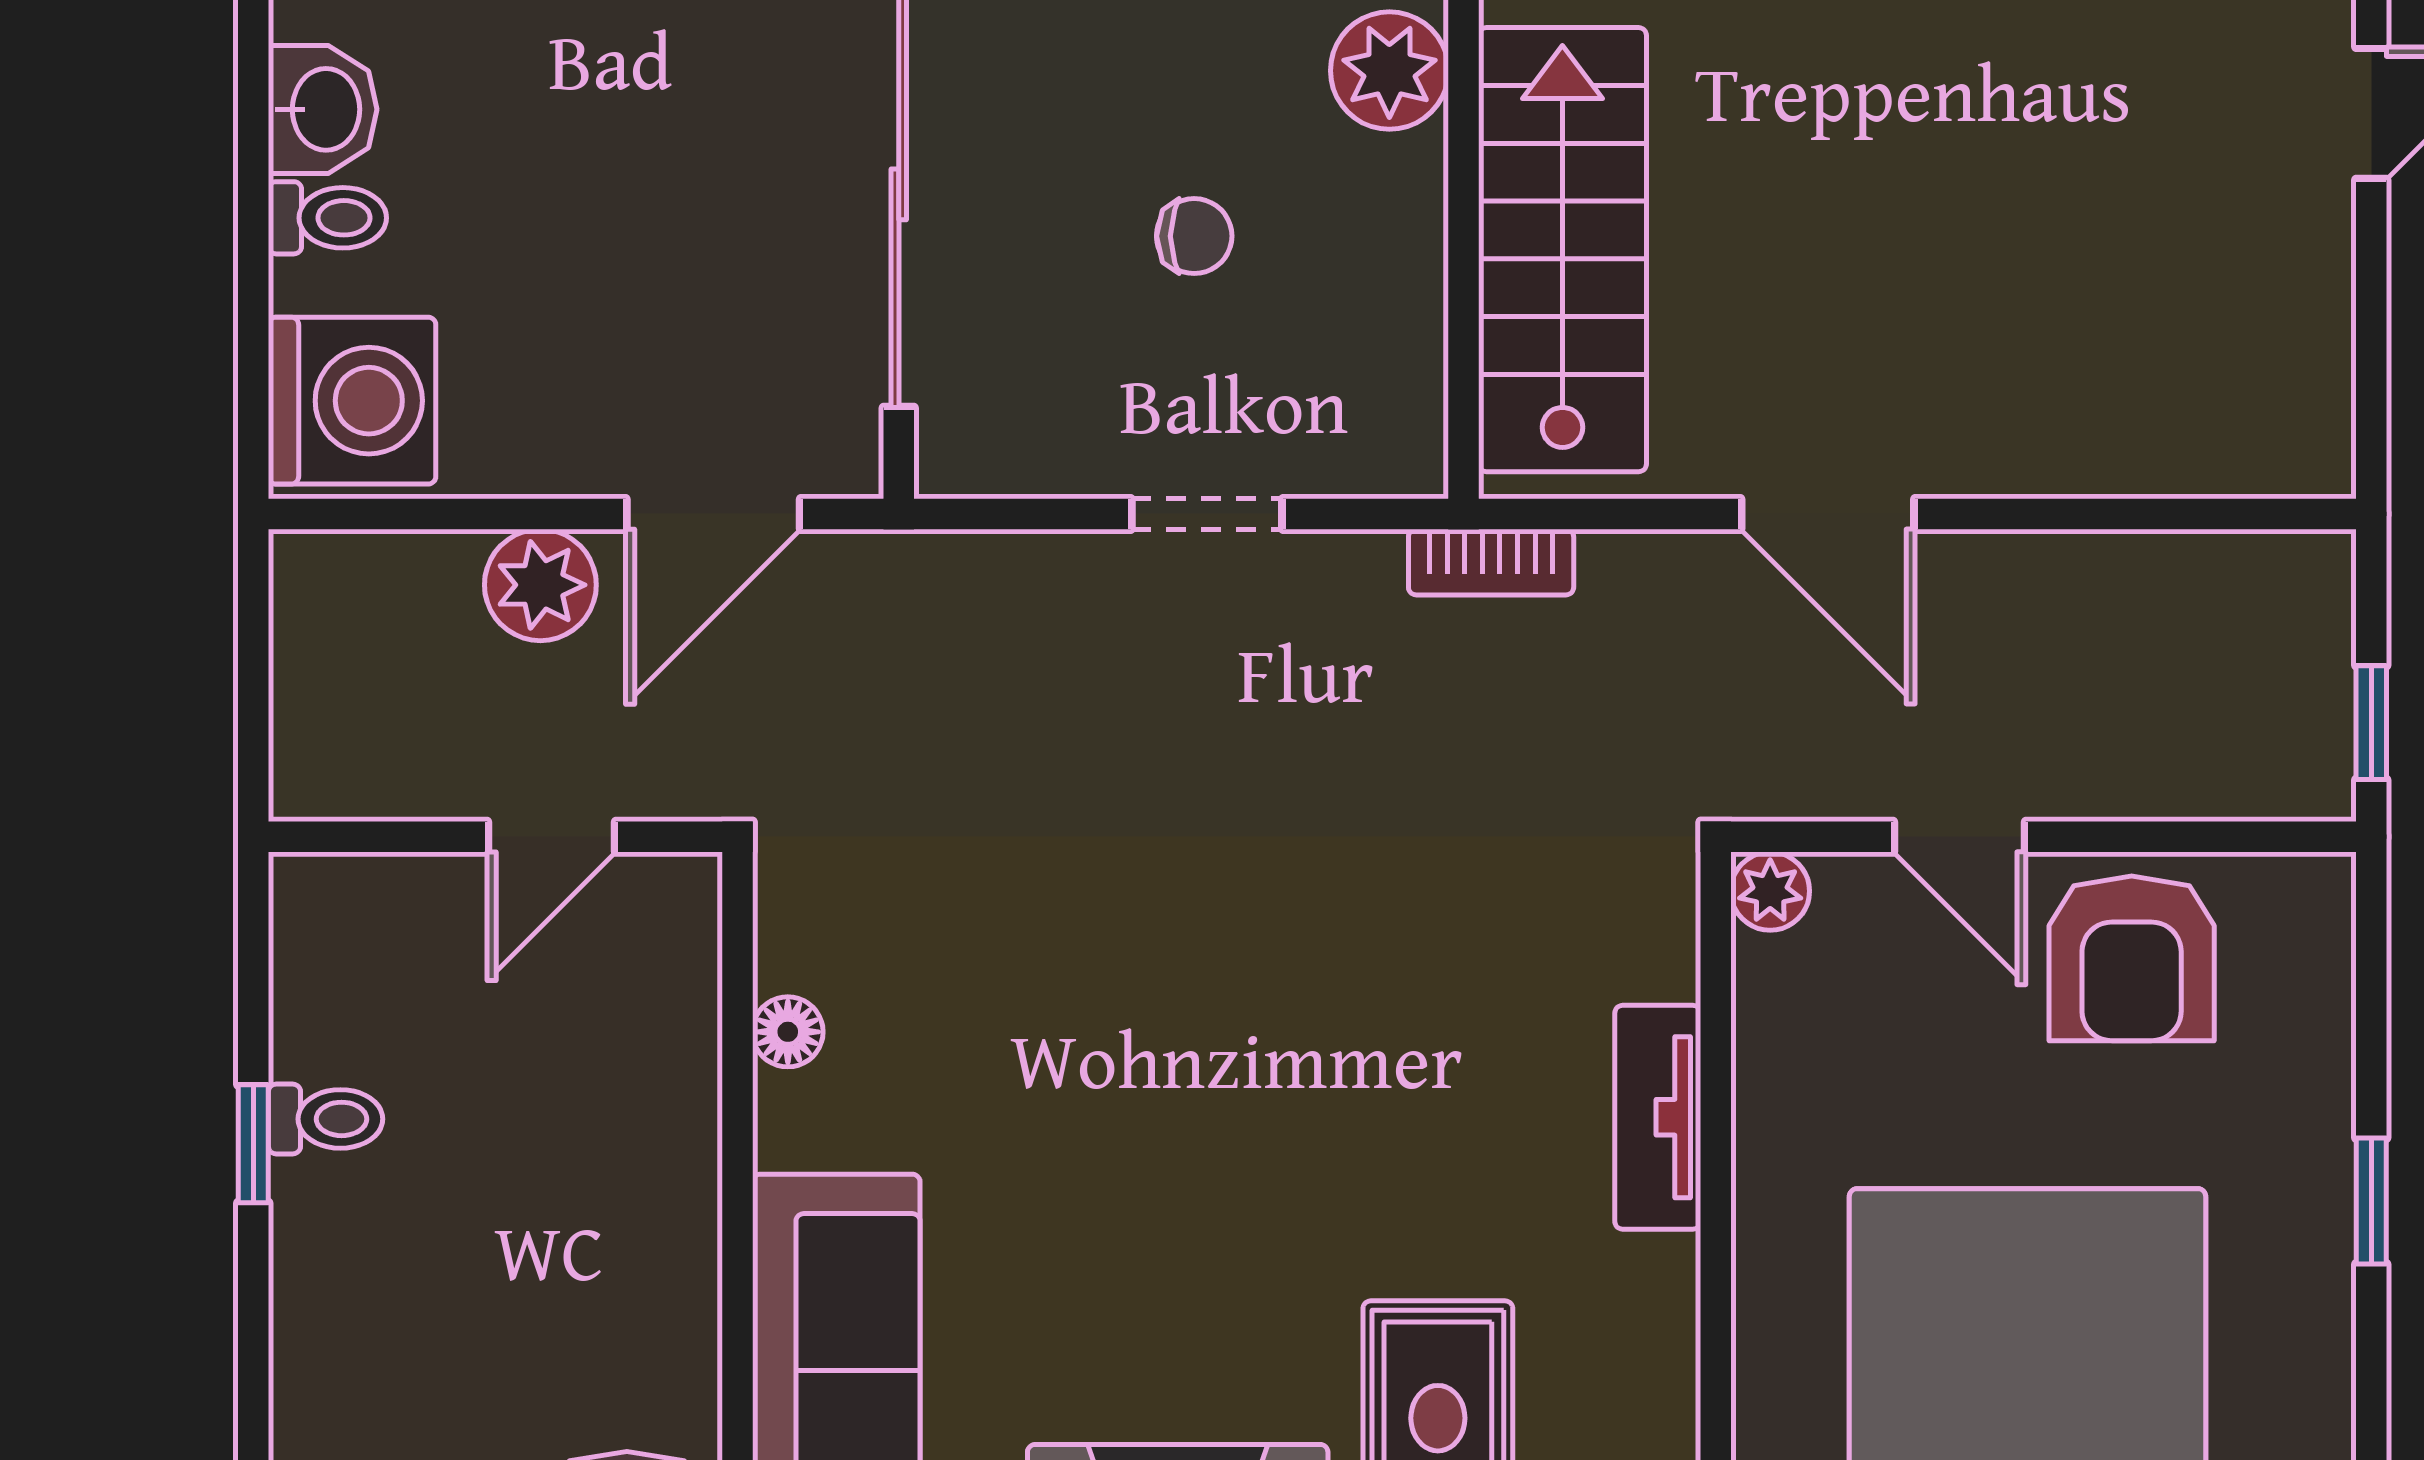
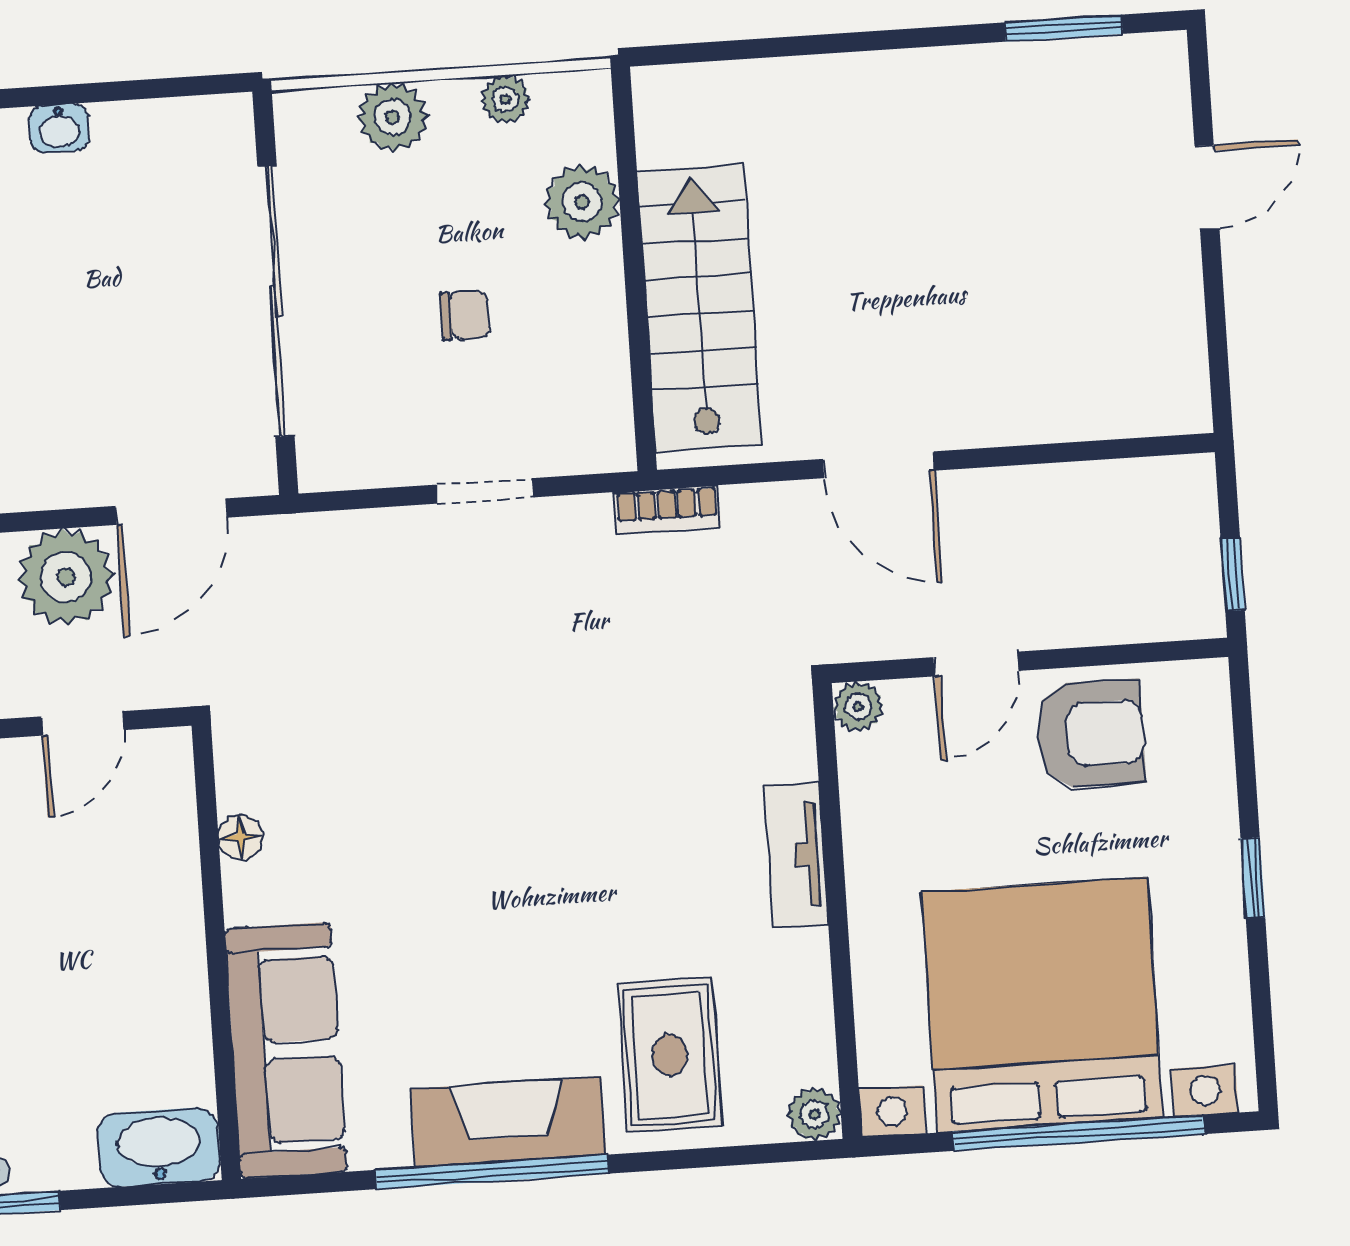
plant: (540, 585) -> (66, 577), width x1.36, depth x1.36
door: (1960, 837) -> (976, 664), hinge flipped
armchair: (2132, 958) -> (1090, 734), turned -90

